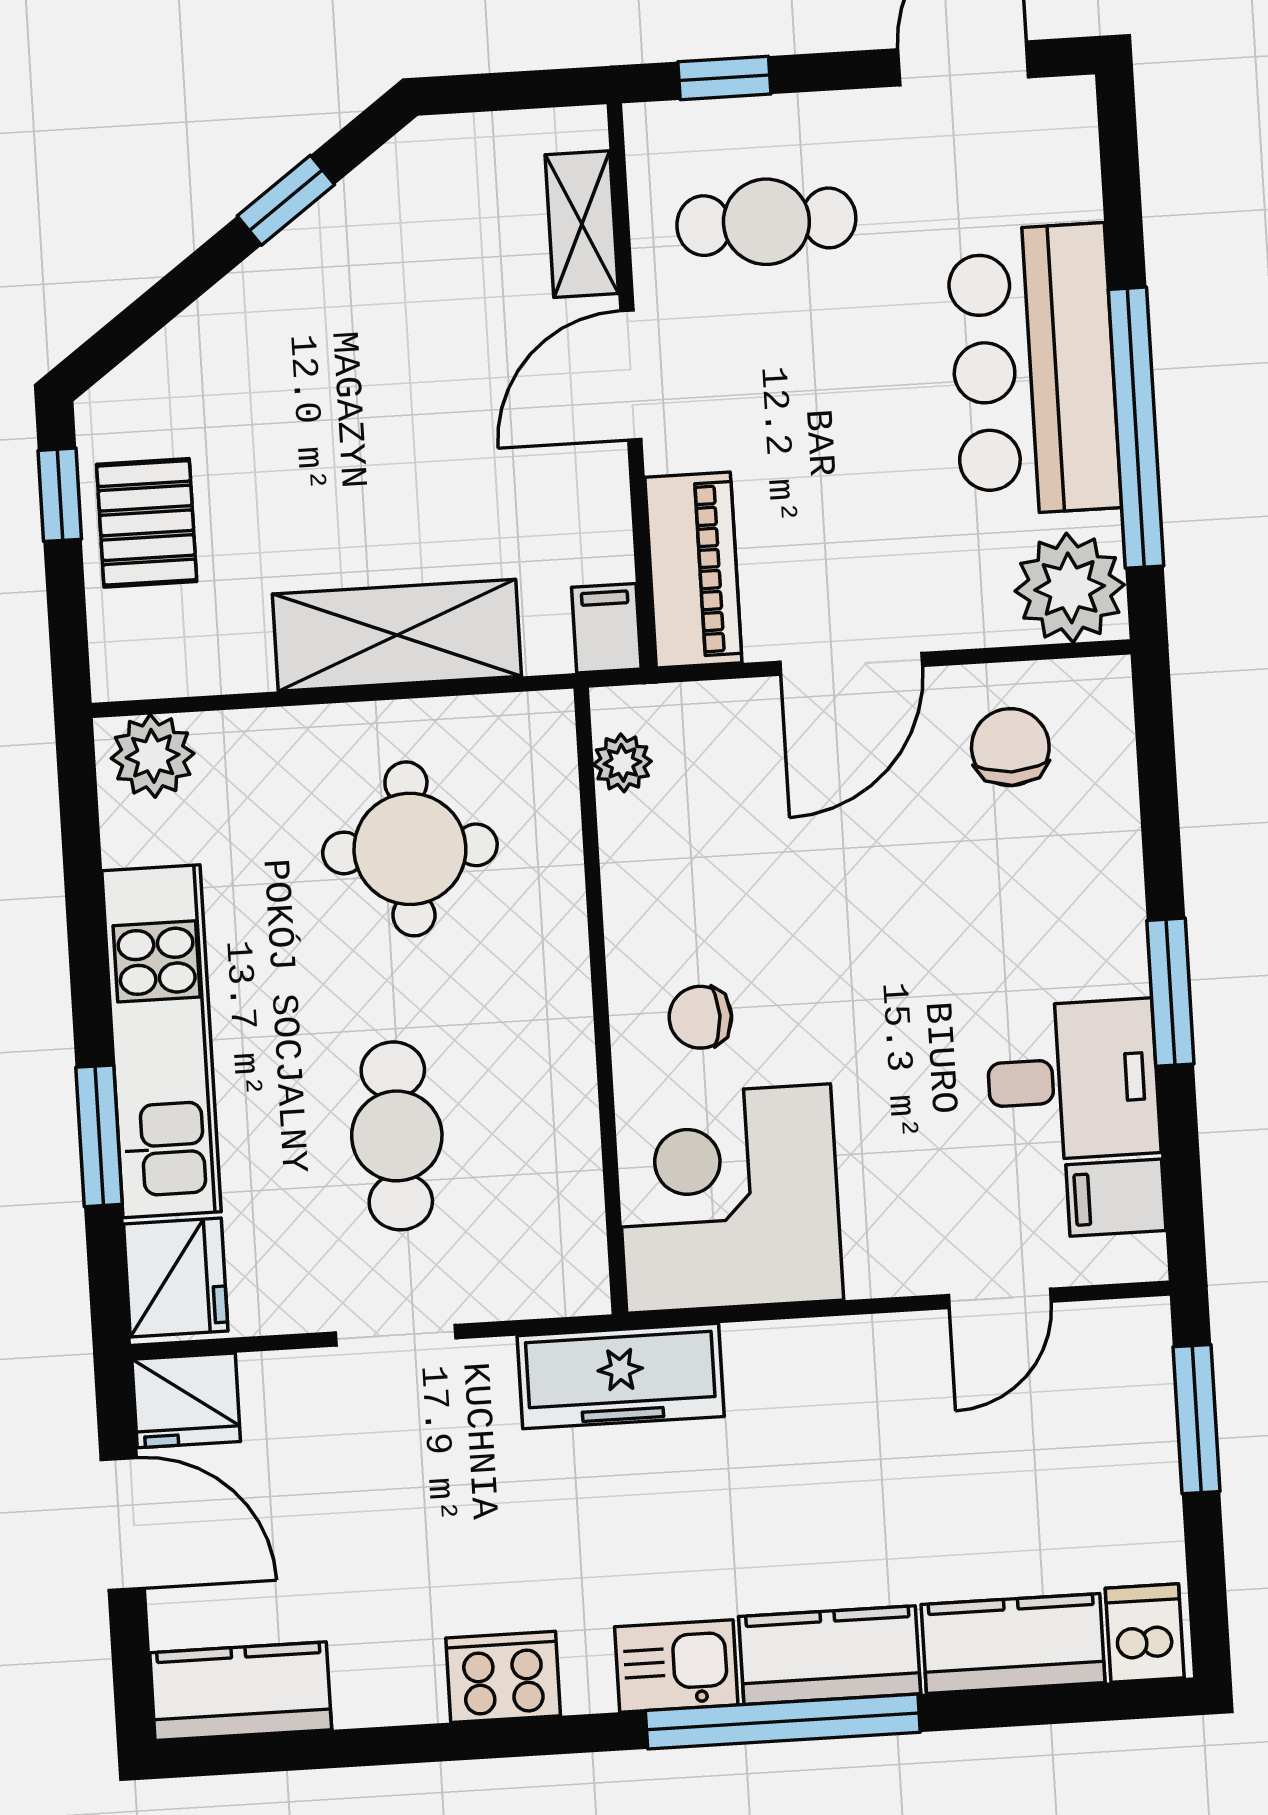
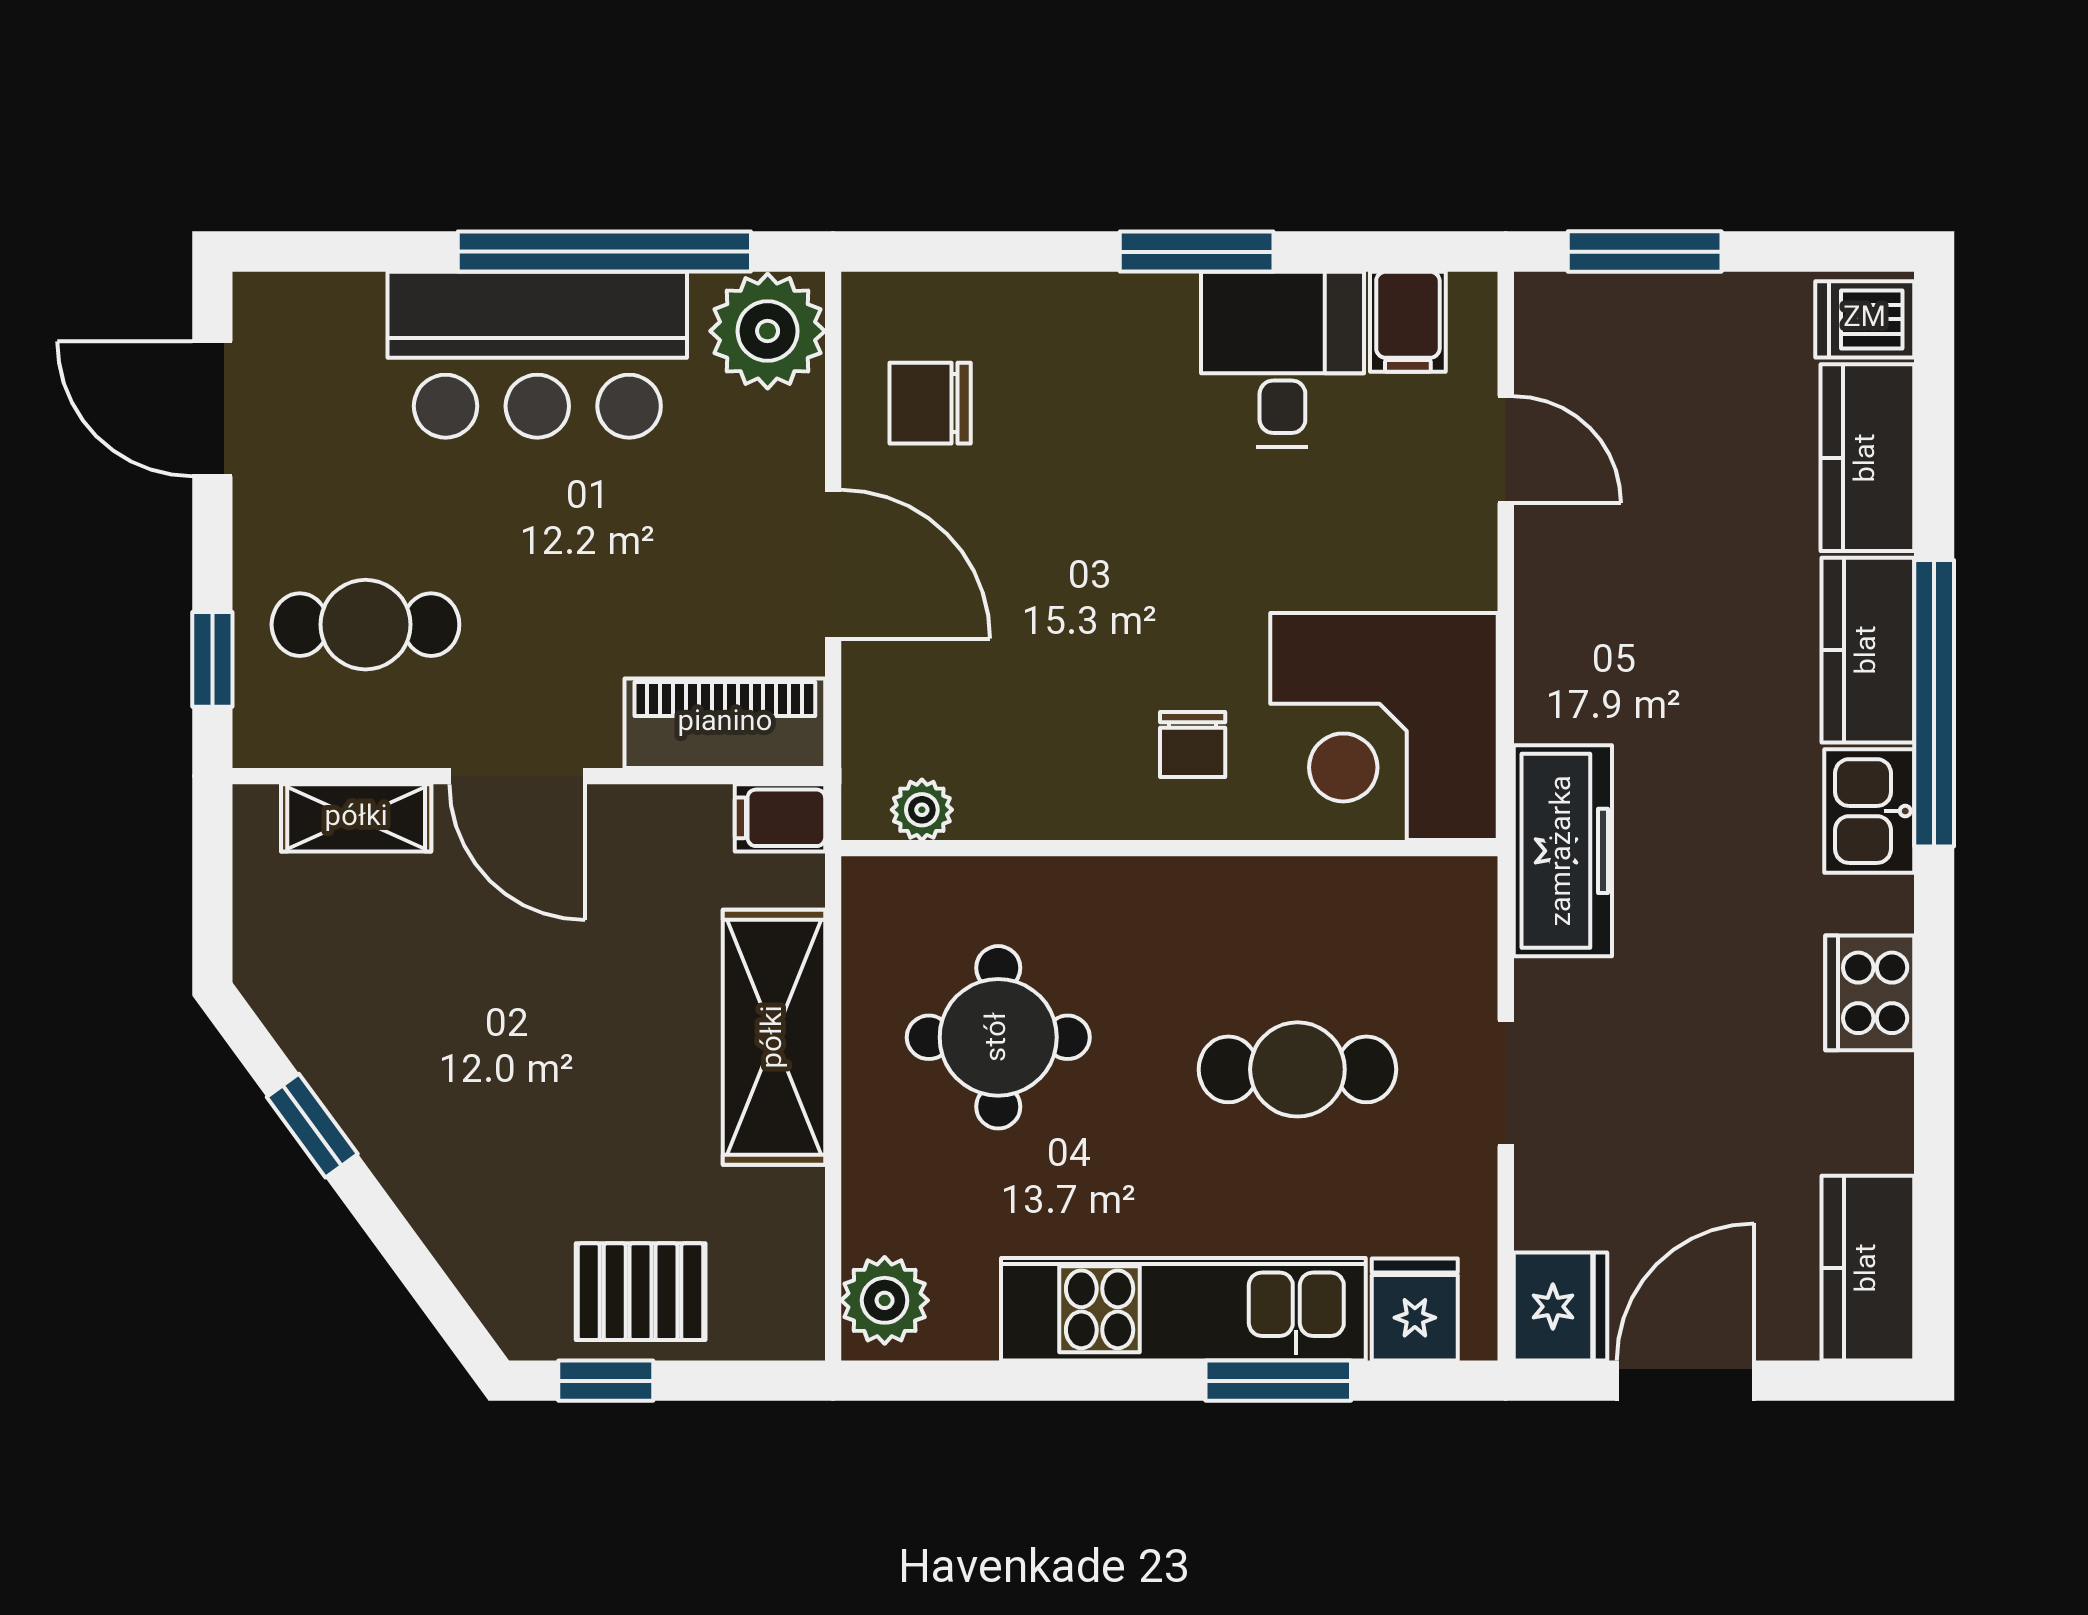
cafe table: (766, 222) -> (365, 625), turned 90
fridge: (176, 1278) -> (1415, 1310), width x0.72

